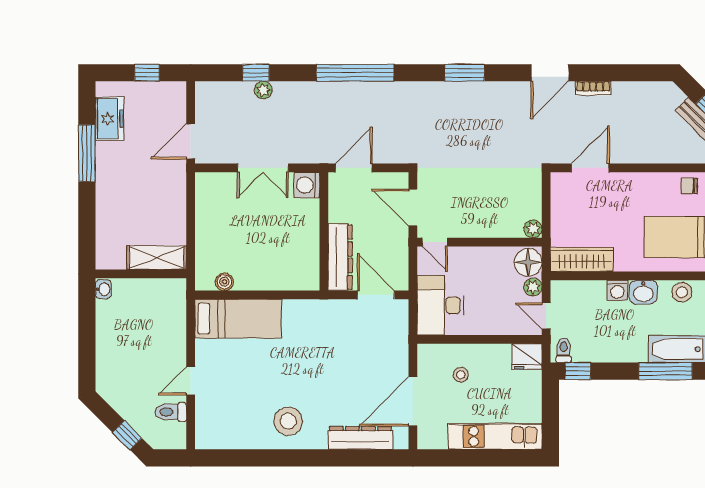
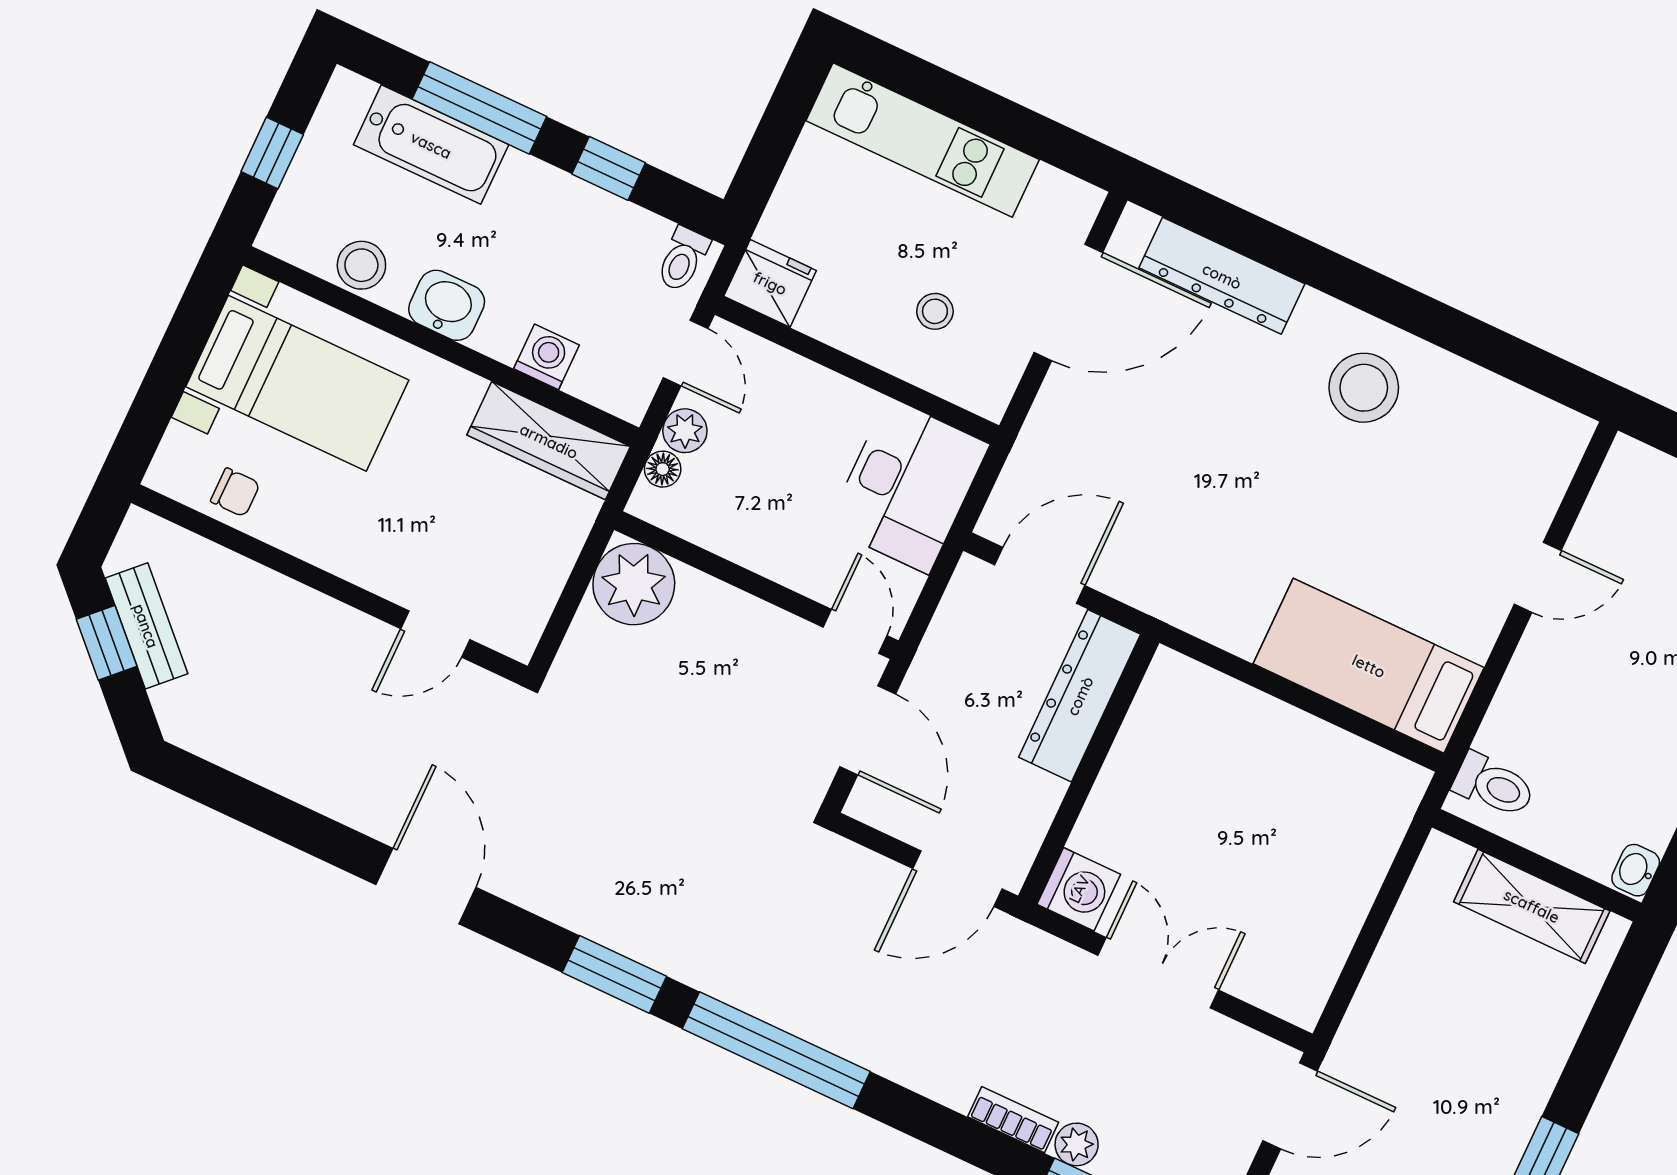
window: (355, 73) -> (776, 1050), moved
door: (550, 73) -> (426, 886), hinge flipped
bookcase: (593, 88) -> (1013, 1120), moved
door: (590, 168) -> (435, 634), width x0.73
plant: (533, 229) -> (634, 584), width x1.88, depth x1.88
shelving: (157, 258) -> (1532, 906), moved
floor lamp: (528, 262) -> (663, 469), width x0.53, depth x0.53
boiler: (224, 282) -> (1361, 761), removed
washing machine: (617, 290) -> (546, 357), moved
door: (376, 295) -> (1040, 575), swing flipped
window: (578, 371) -> (609, 168), moved
toilet: (171, 412) -> (1494, 785), moved

